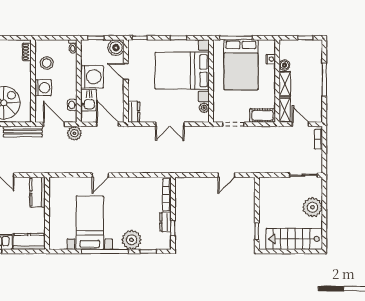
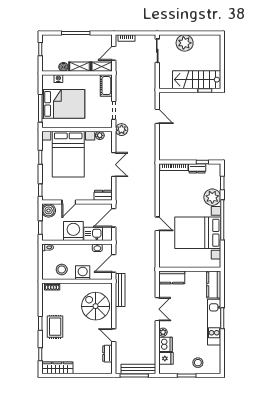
plant: (74, 133) -> (122, 130), moved
bed with nightstands: (90, 223) -> (198, 233), width x1.36
stairs: (294, 239) -> (197, 80), moved, turned 90

